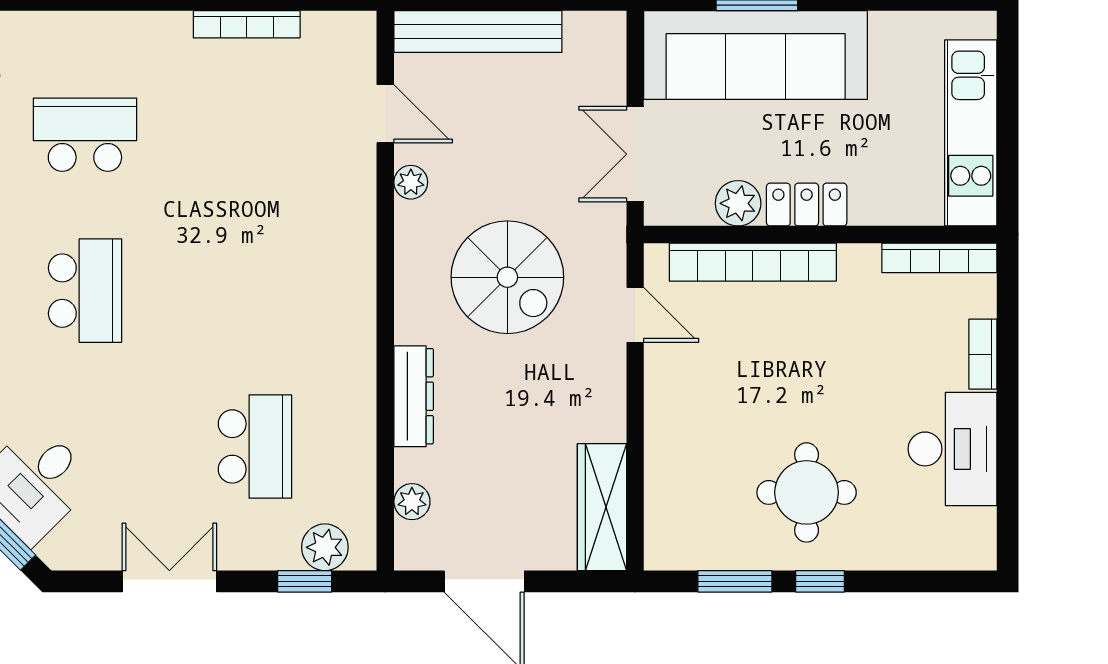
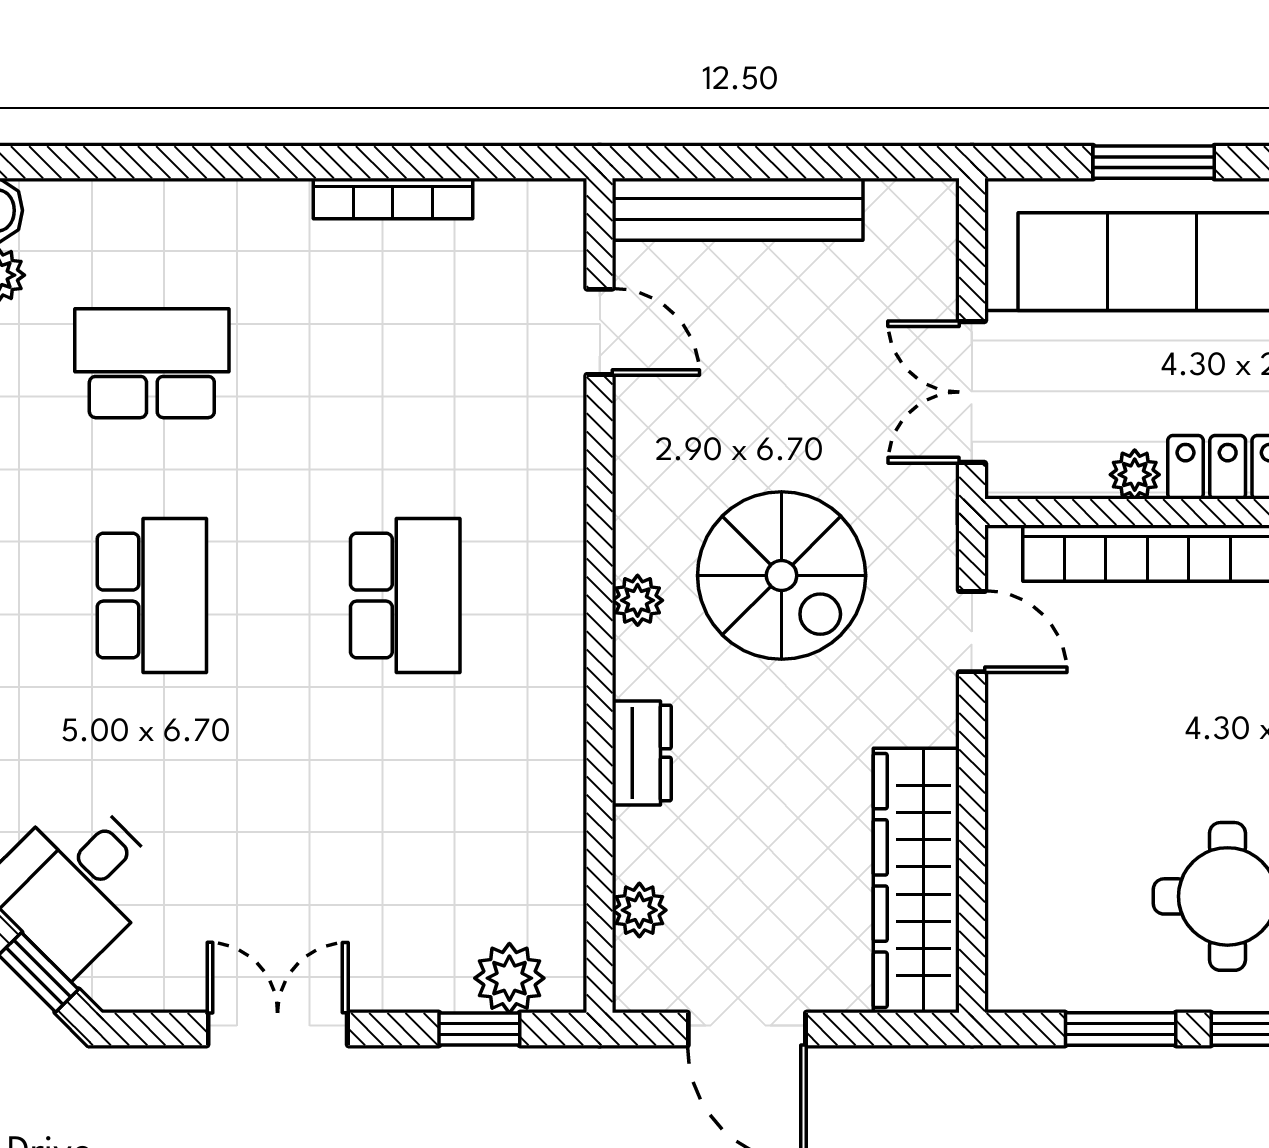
plant: (411, 182) -> (638, 600), moved
plant: (738, 203) -> (1135, 475), width x0.73, depth x0.73
dresser: (414, 396) -> (642, 753), width x0.70
school desk: (255, 446) -> (405, 596), moved
wardrobe: (602, 507) -> (916, 880), width x1.40, depth x1.17

